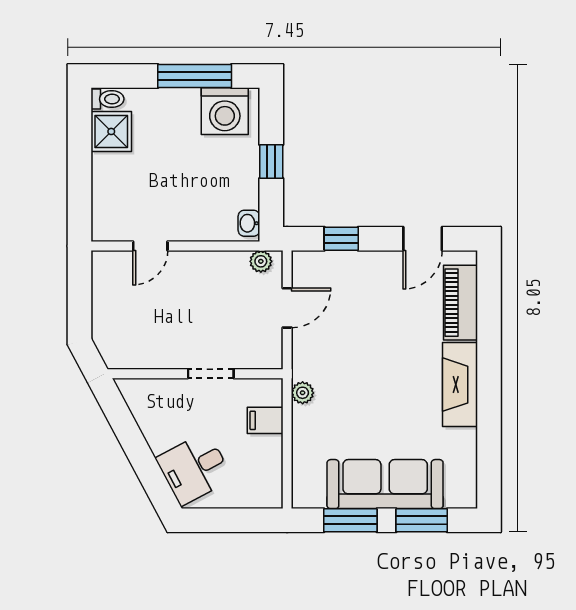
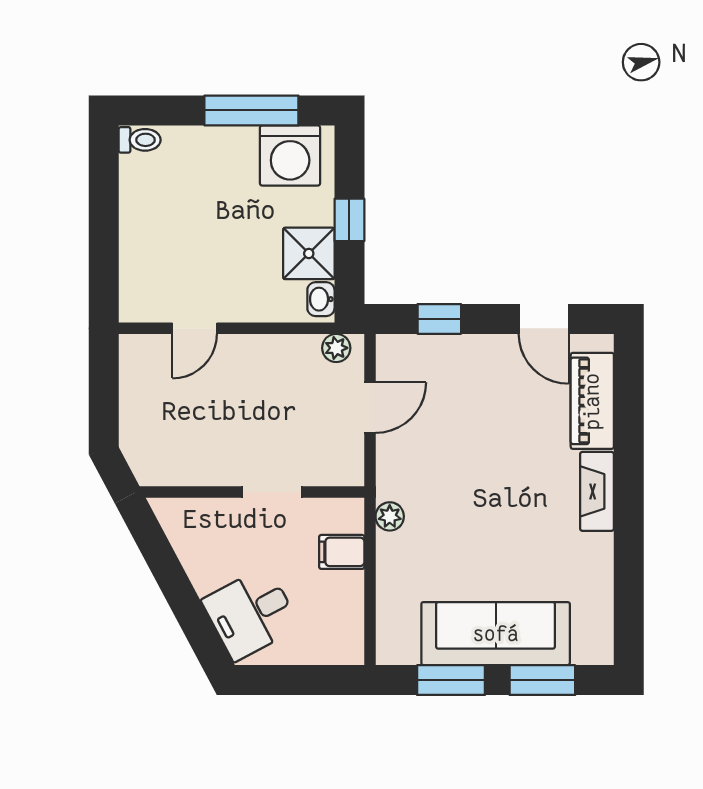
shower: (111, 131) -> (309, 253), moved
door: (423, 239) -> (544, 319), hinge flipped
fireplace: (460, 385) -> (597, 491), width x0.73, depth x0.76

